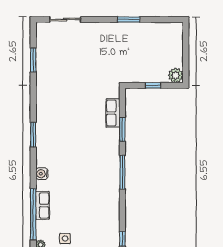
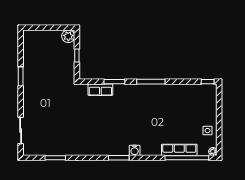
water cooler: (42, 174) -> (135, 150), moved
row of seats: (42, 205) -> (179, 150), width x1.48

